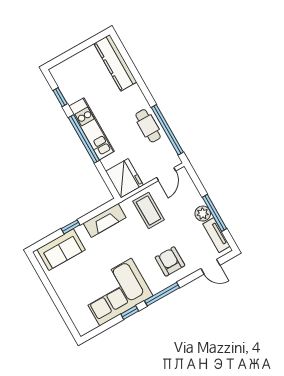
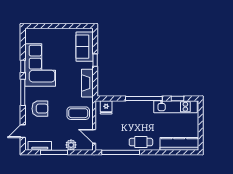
cafe table: (148, 126) -> (141, 142), moved
kitchen unit: (92, 129) -> (175, 107), moved
fridge: (125, 178) -> (106, 107), width x0.53, depth x0.75
plant: (203, 214) -> (71, 145), moved

